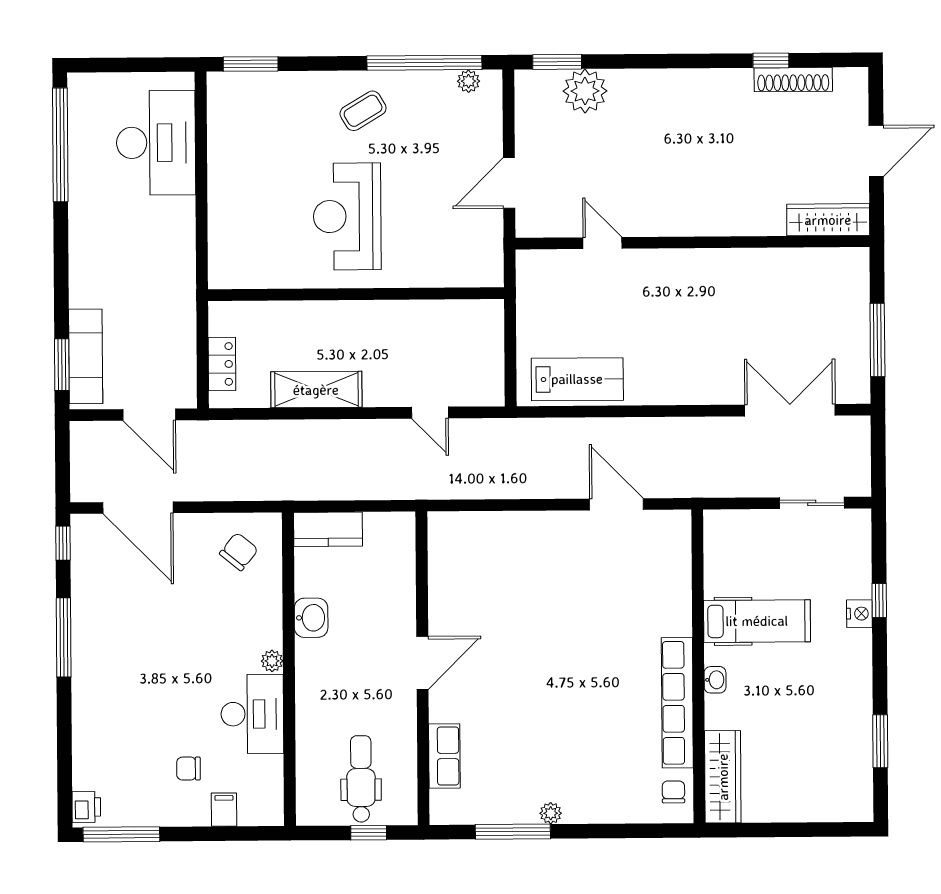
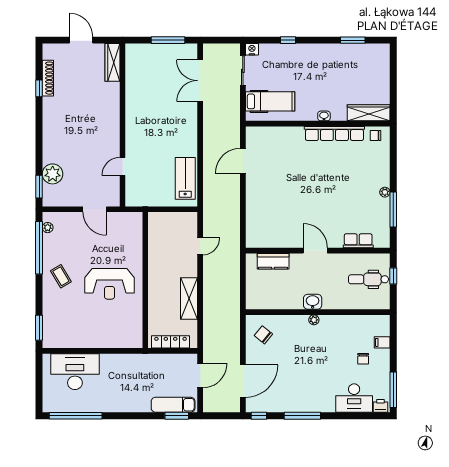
locker: (222, 364) -> (171, 342), width x1.53
kitchen counter: (328, 529) -> (273, 261), moved, turned 90
nightstand: (859, 614) -> (252, 49), moved
washbasin: (311, 618) -> (313, 302), moved
hospital bed: (757, 621) -> (270, 101), moved, turned 90
desk: (252, 714) -> (354, 398), moved, turned 180

